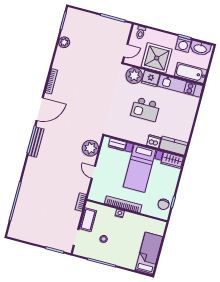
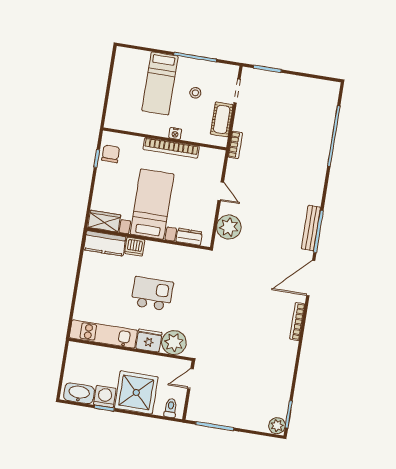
plant: (64, 42) -> (277, 426), moved
shower: (157, 58) -> (136, 392), moved
bathtub: (191, 73) -> (90, 355), removed
bed: (149, 253) -> (160, 83), moved

